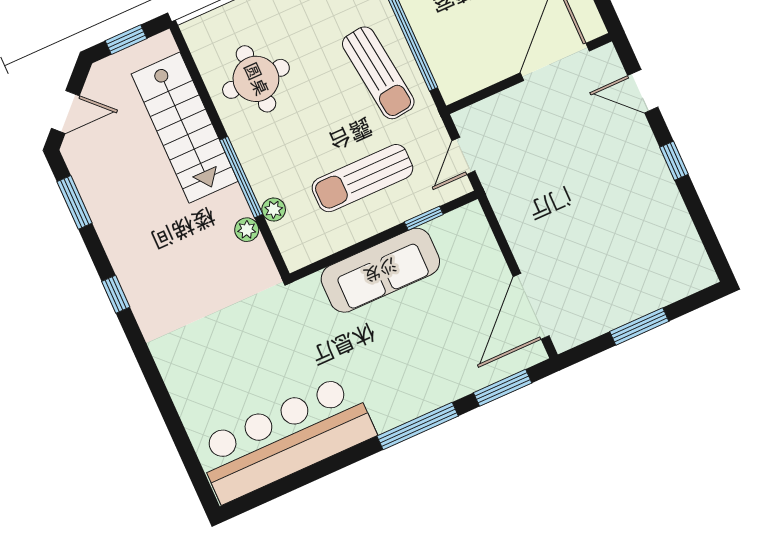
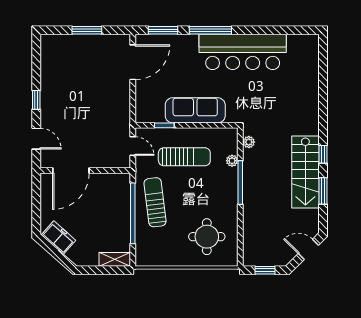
round table: (256, 79) -> (207, 237), moved
stairs: (185, 128) -> (305, 172), moved, turned 180
door: (463, 156) -> (133, 146), hinge flipped
window: (75, 202) -> (323, 191), moved
plant: (247, 230) -> (249, 142), moved
bar counter: (285, 439) -> (243, 52), moved

